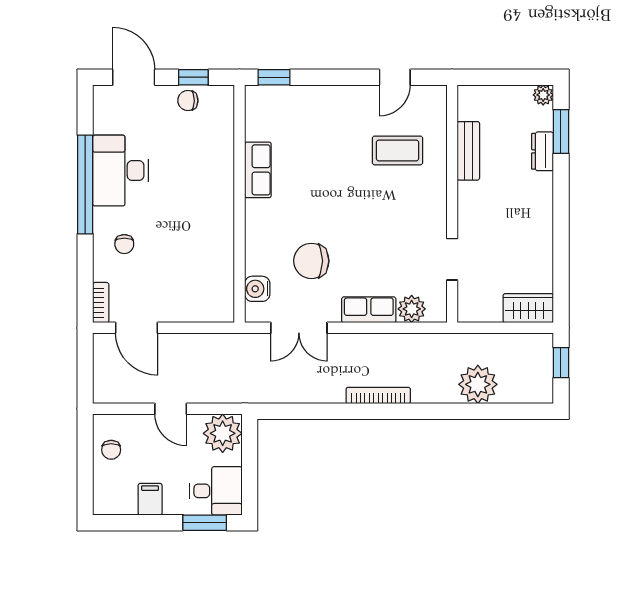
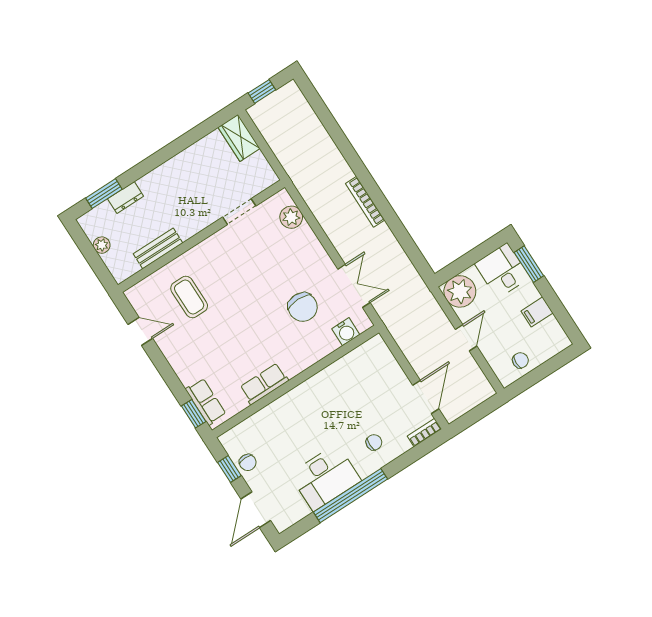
plant: (543, 95) -> (102, 245), moved
row of seats: (369, 310) -> (206, 402), moved, turned 180
plant: (478, 384) -> (314, 139), removed

